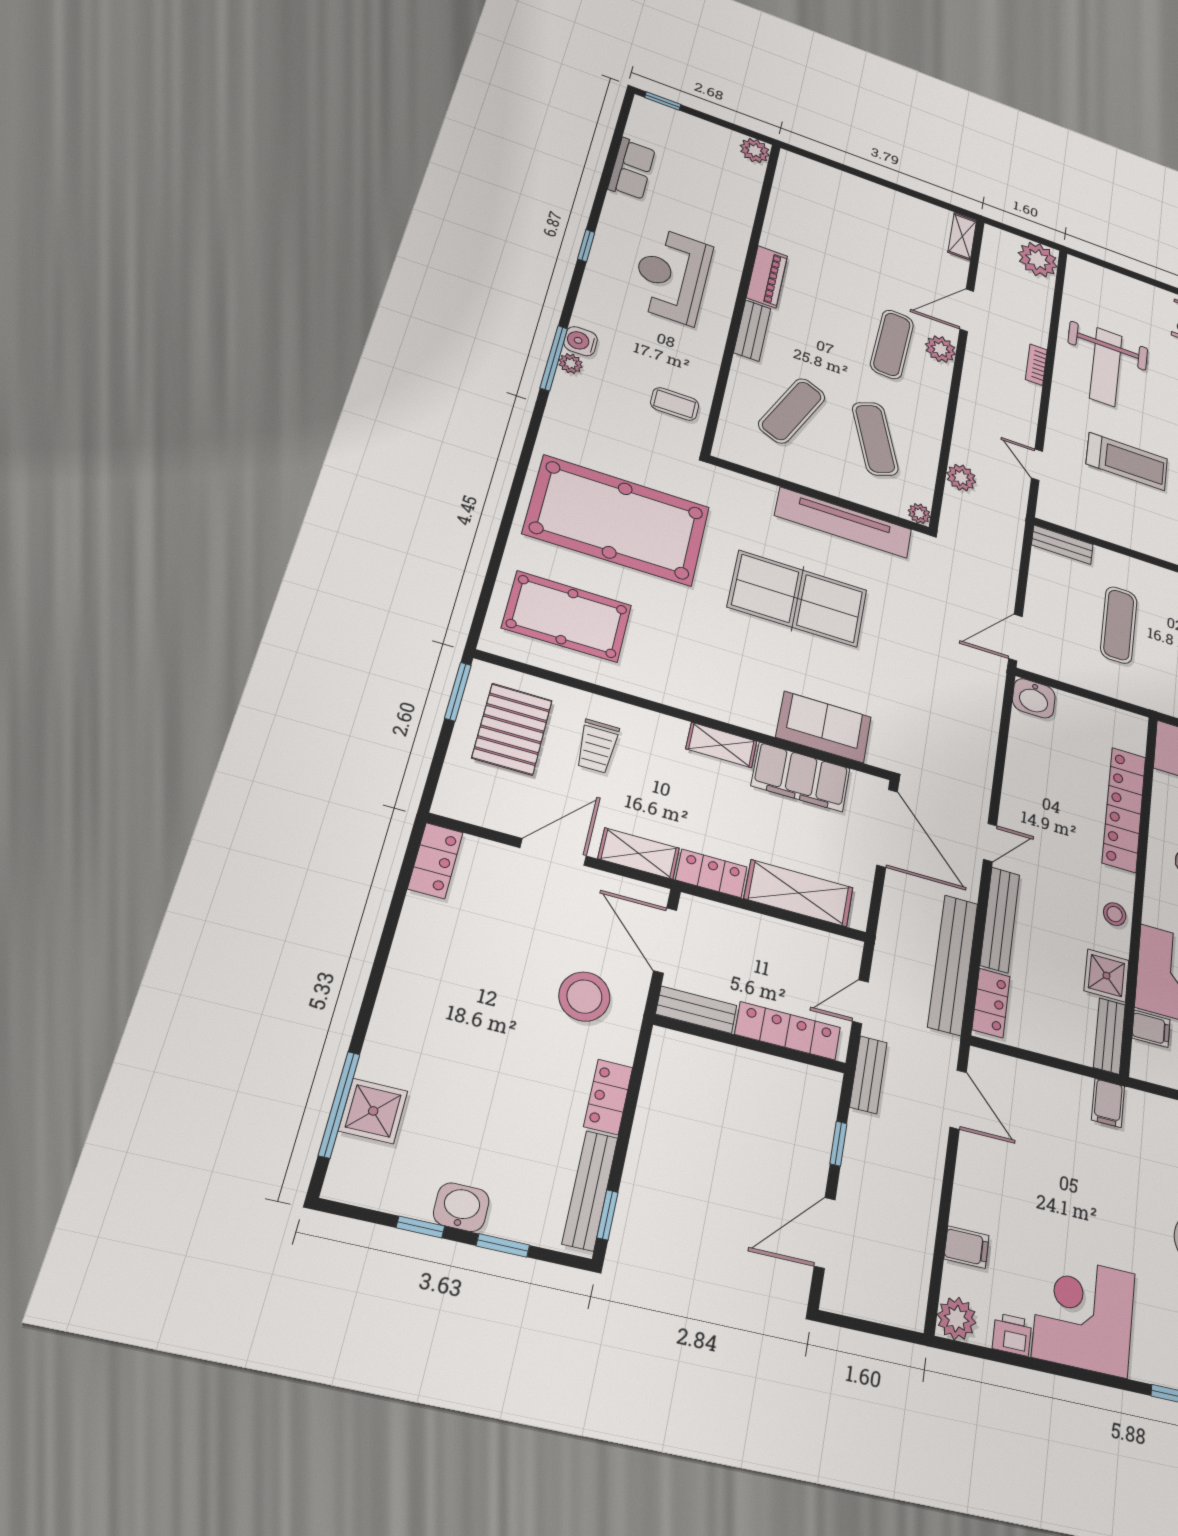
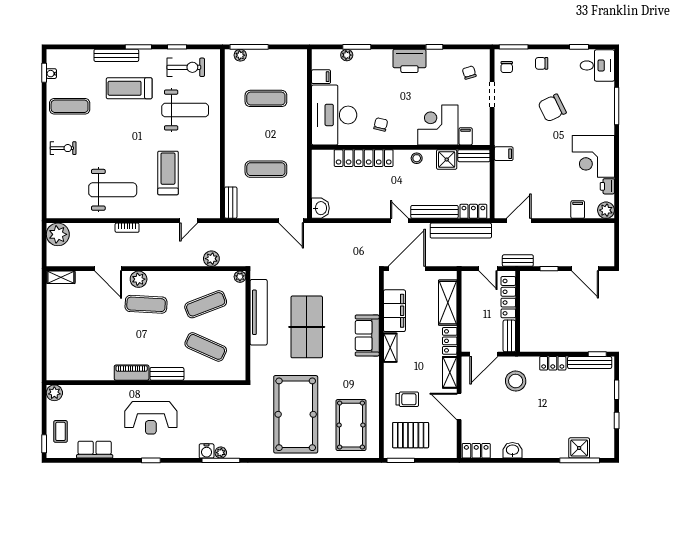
coffee table: (675, 404) -> (60, 431), moved
sofa: (824, 727) -> (367, 335), moved
washbasin: (461, 1207) -> (512, 450), moved, turned 90

